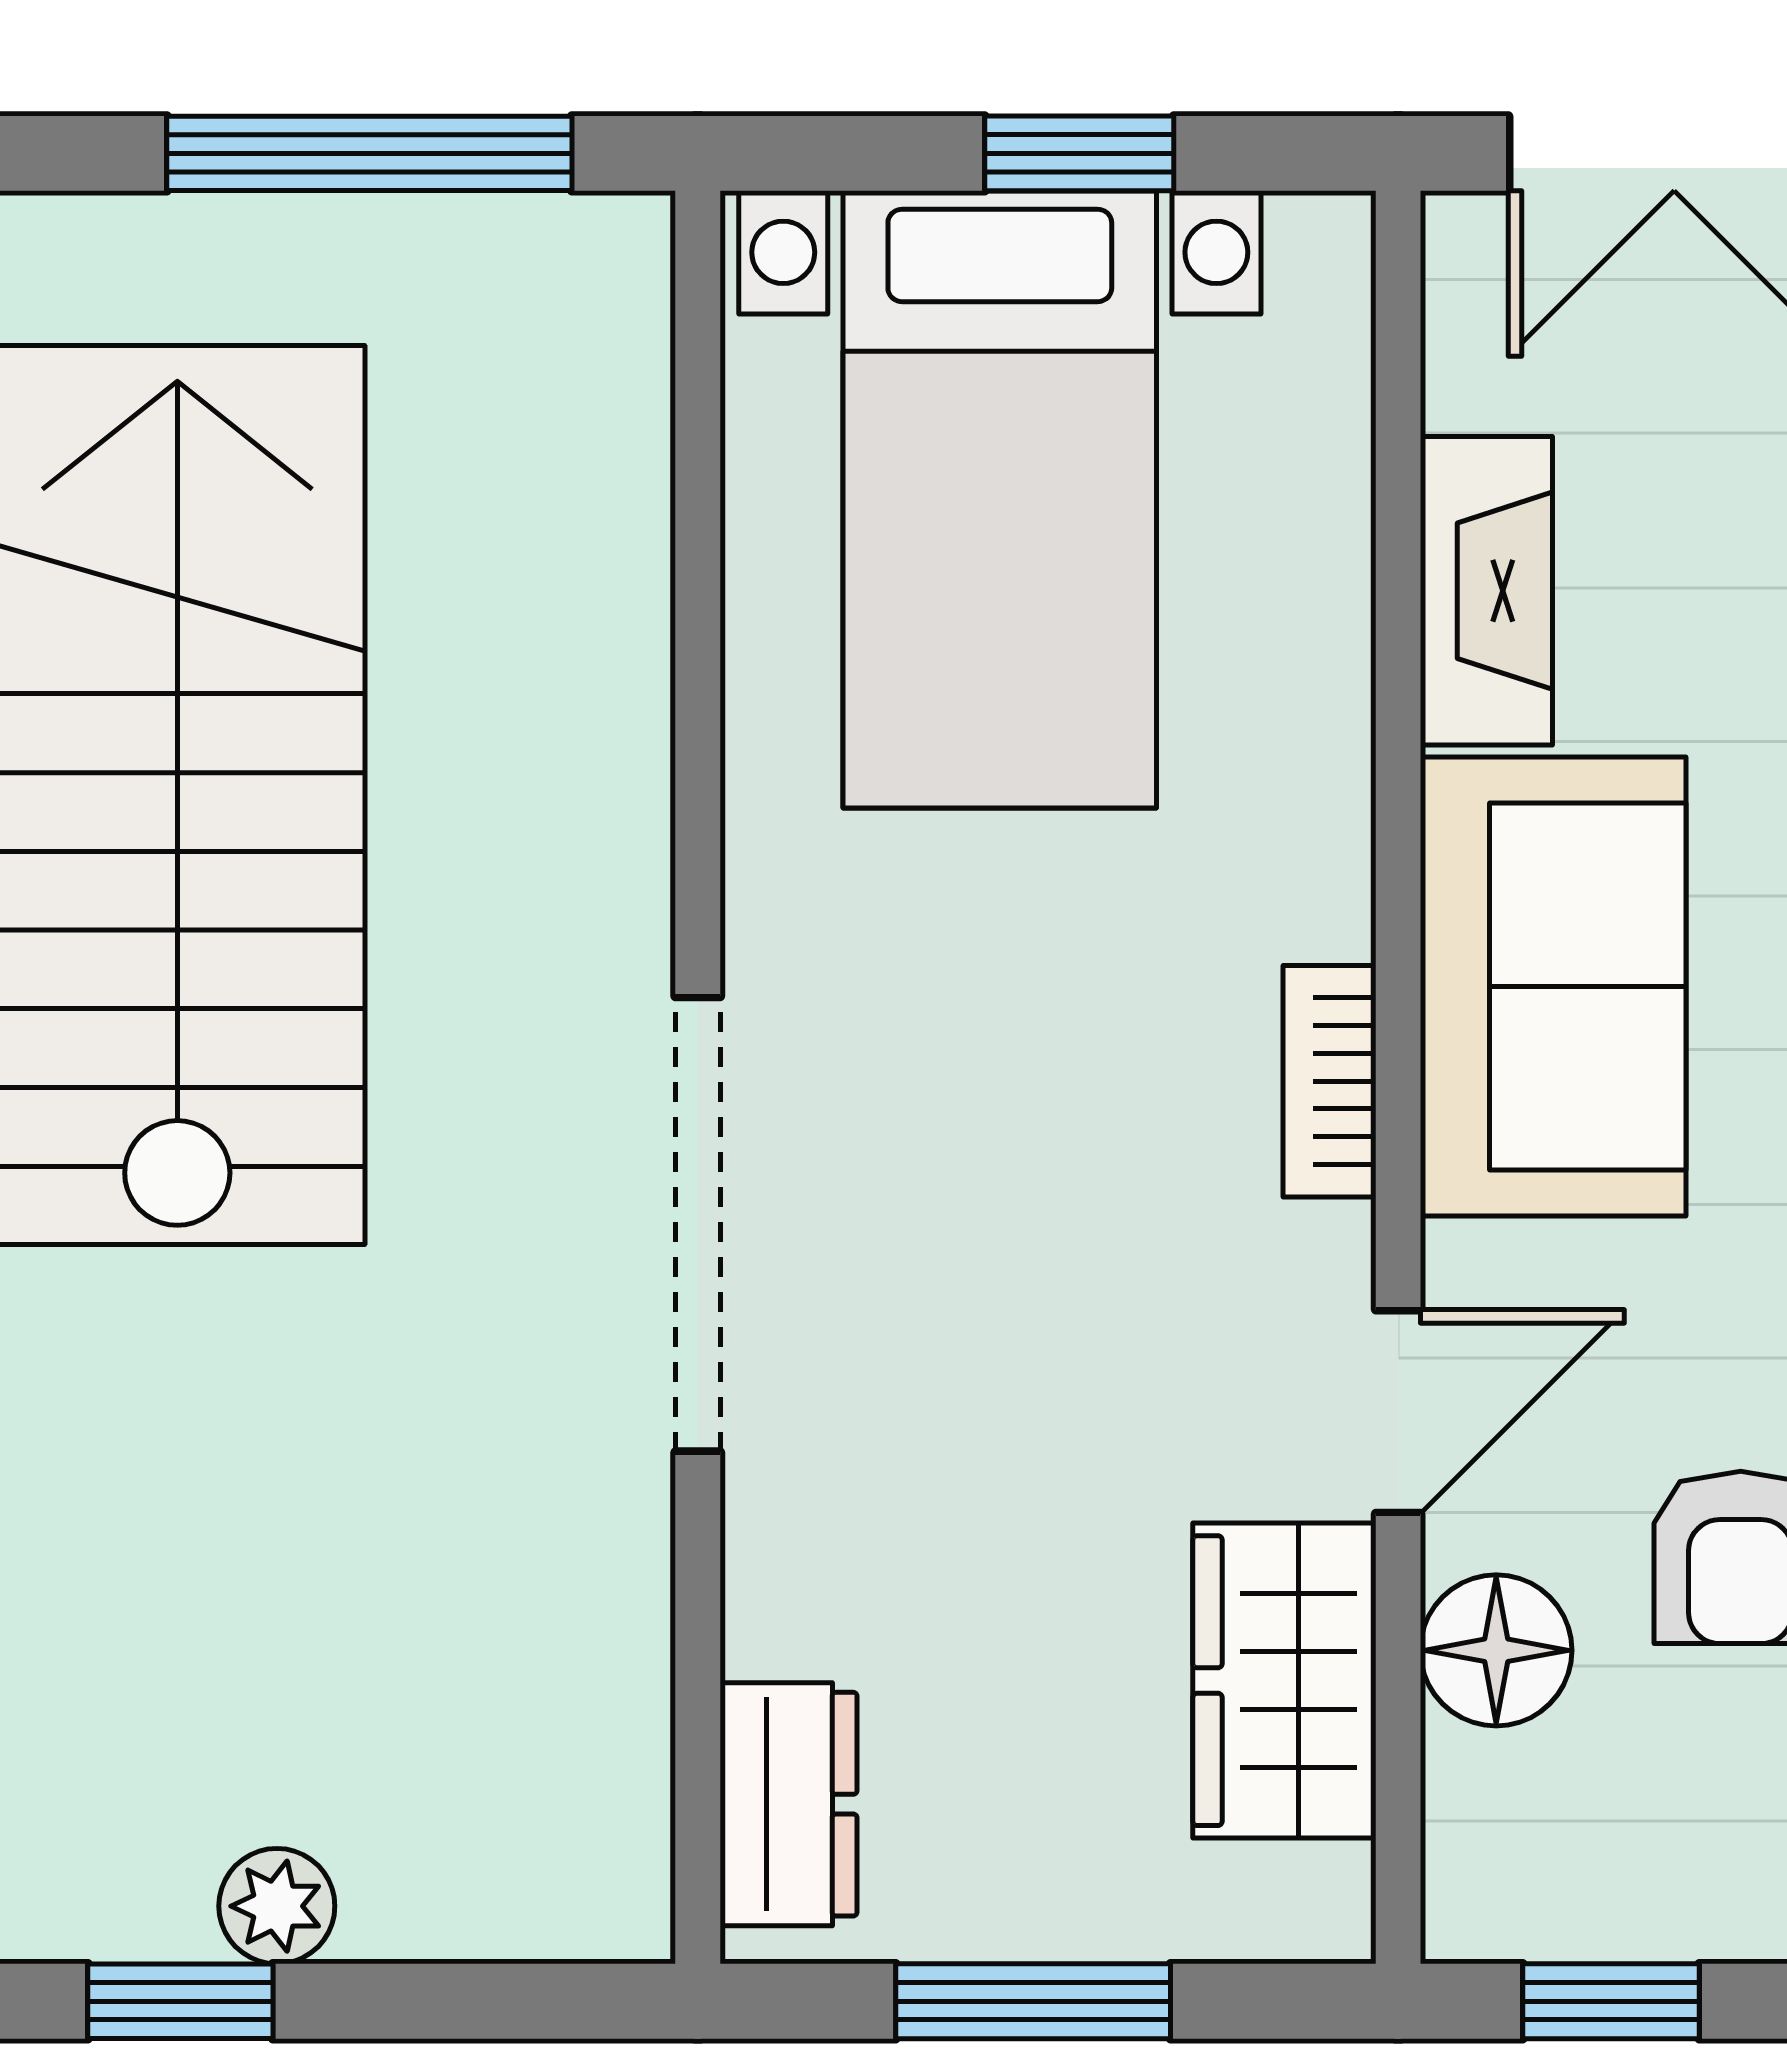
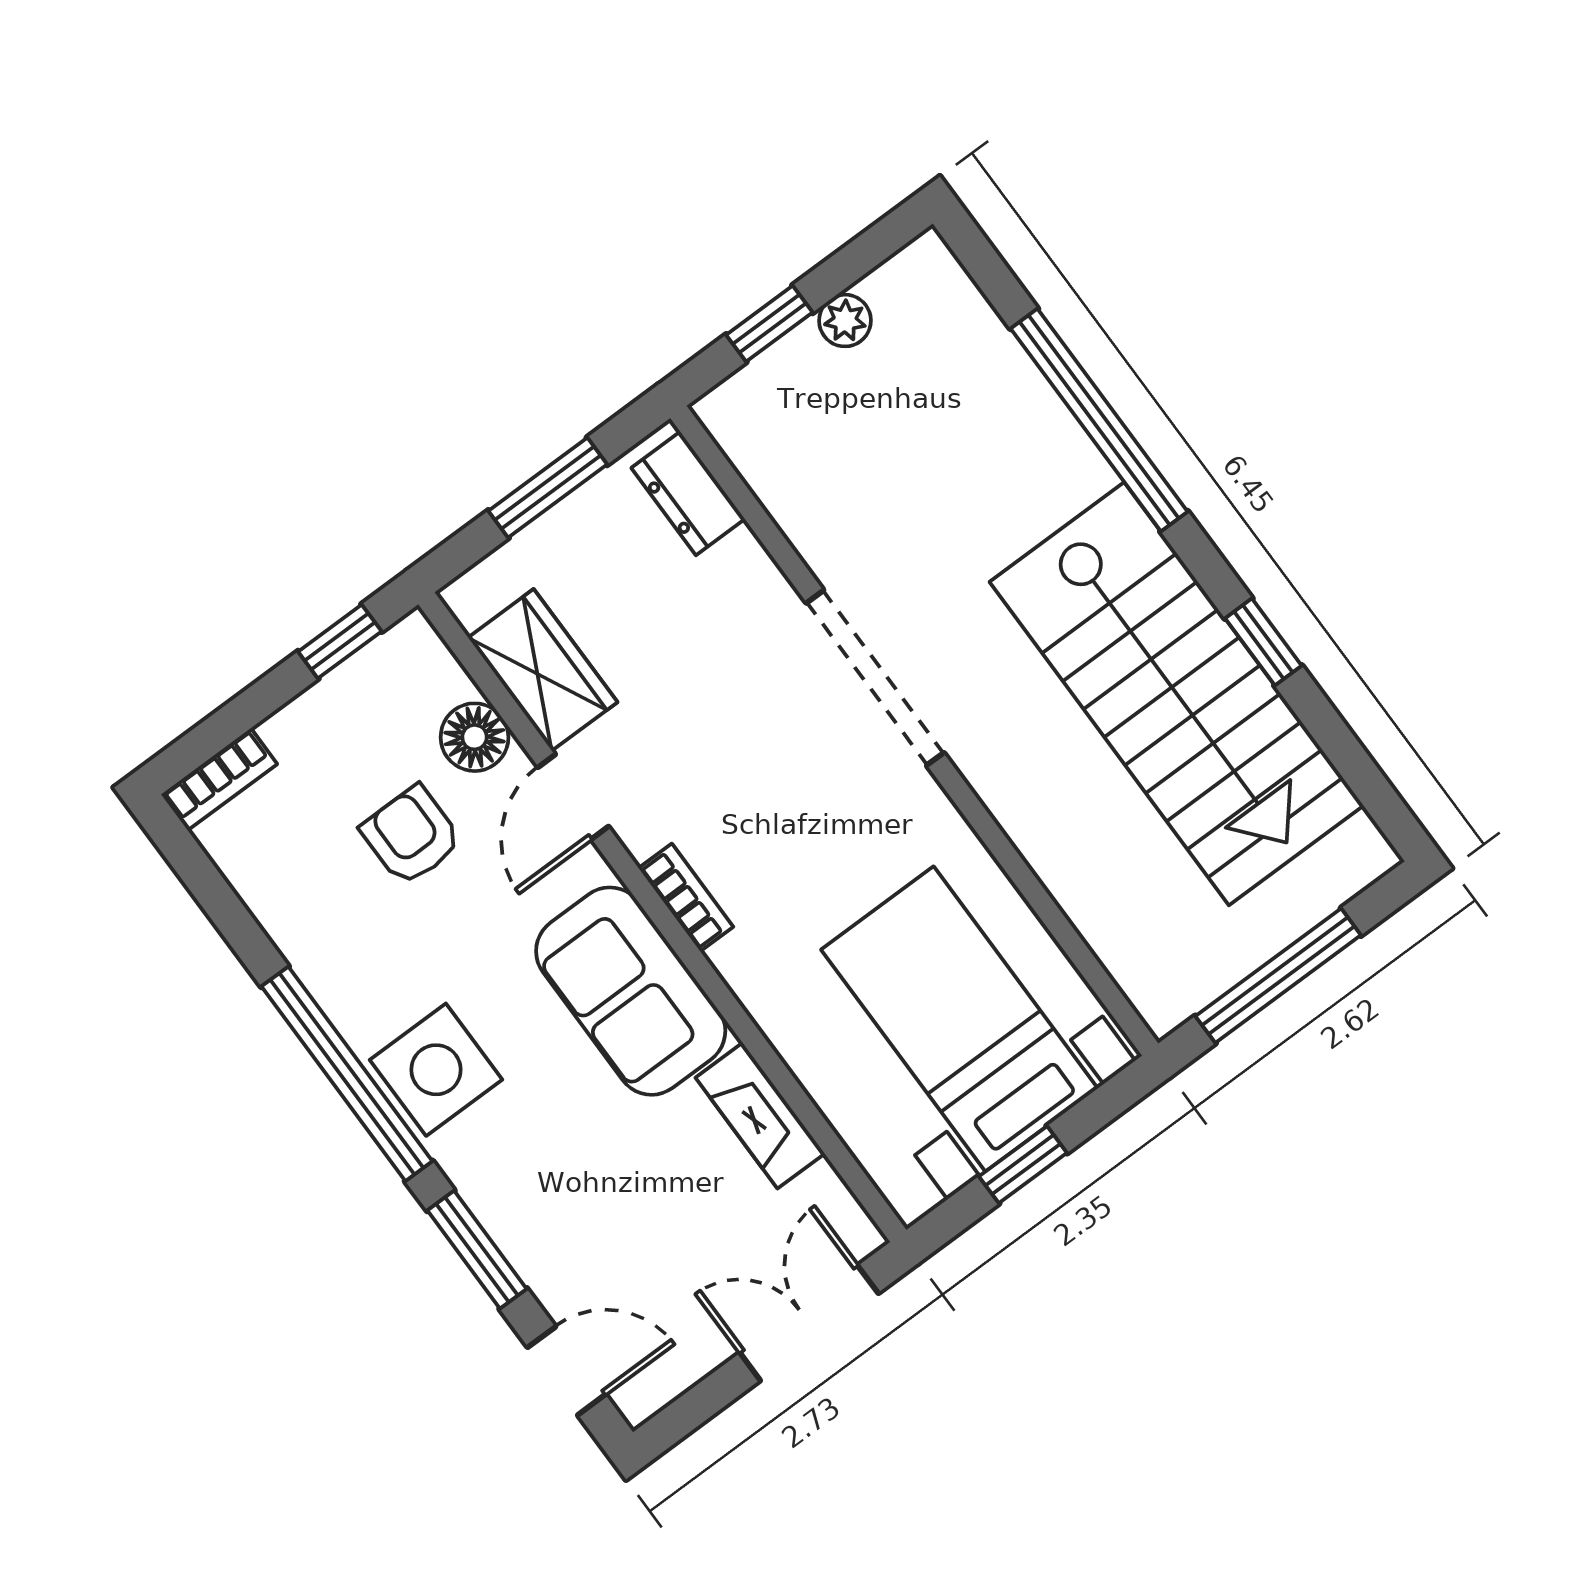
window: (180, 2001) -> (769, 324), moved

